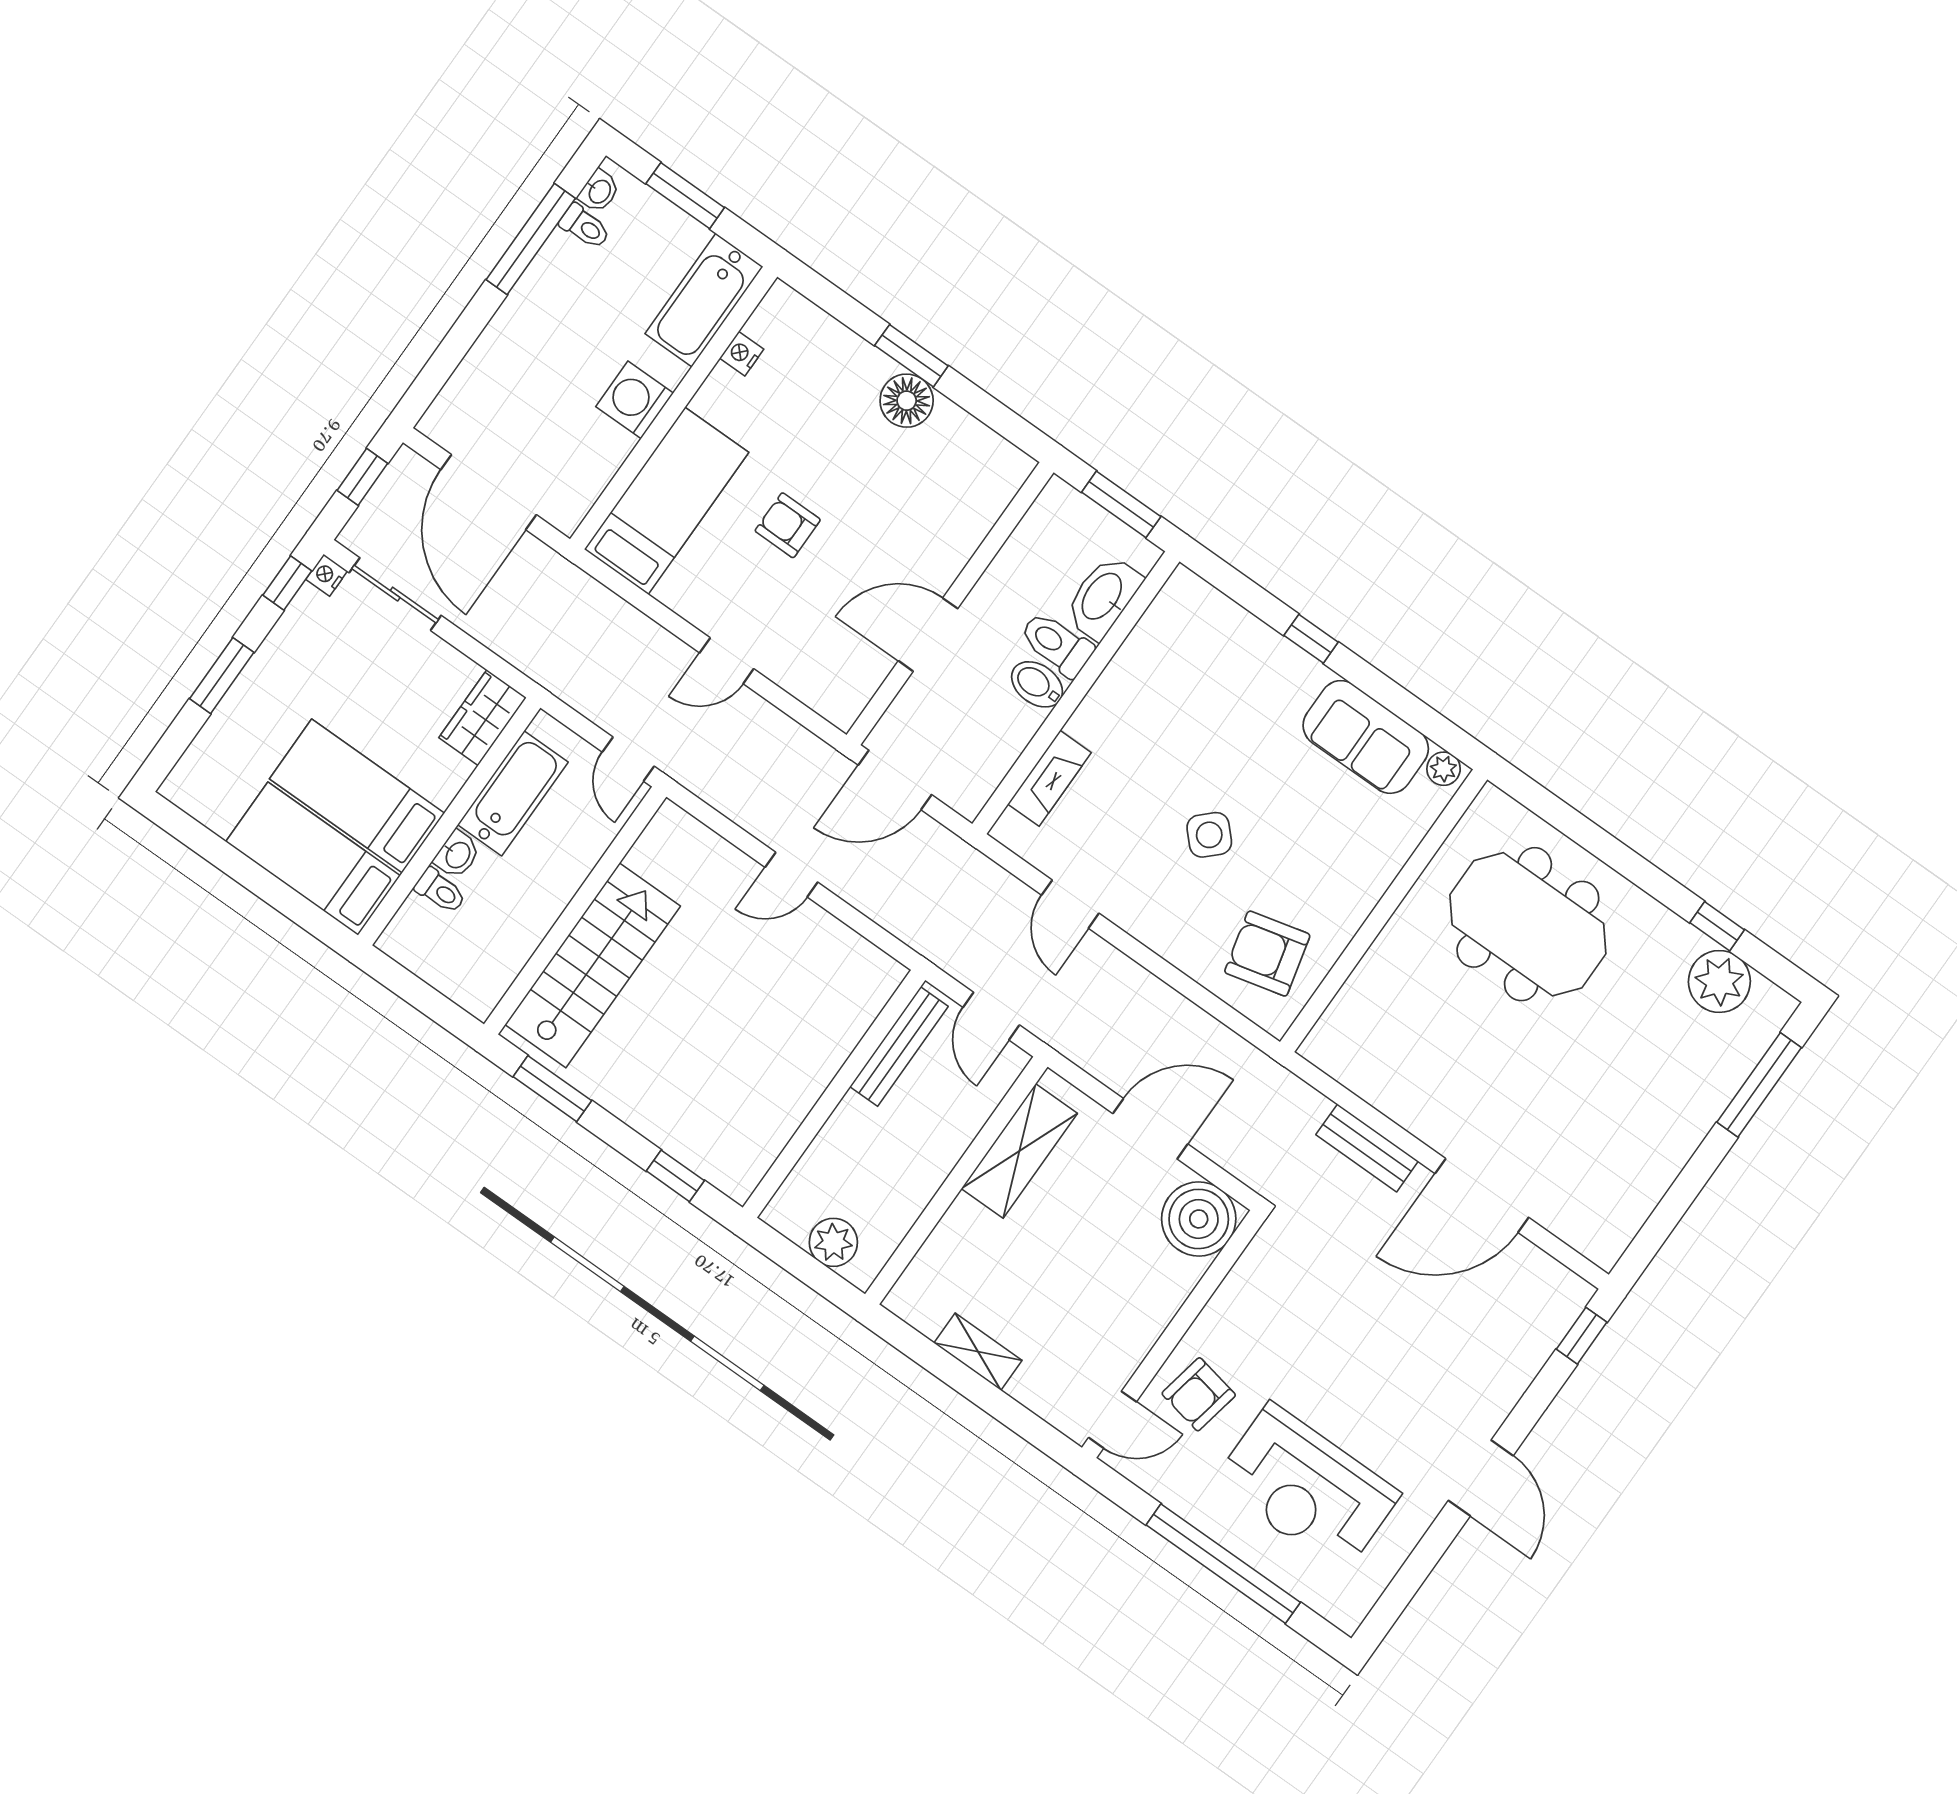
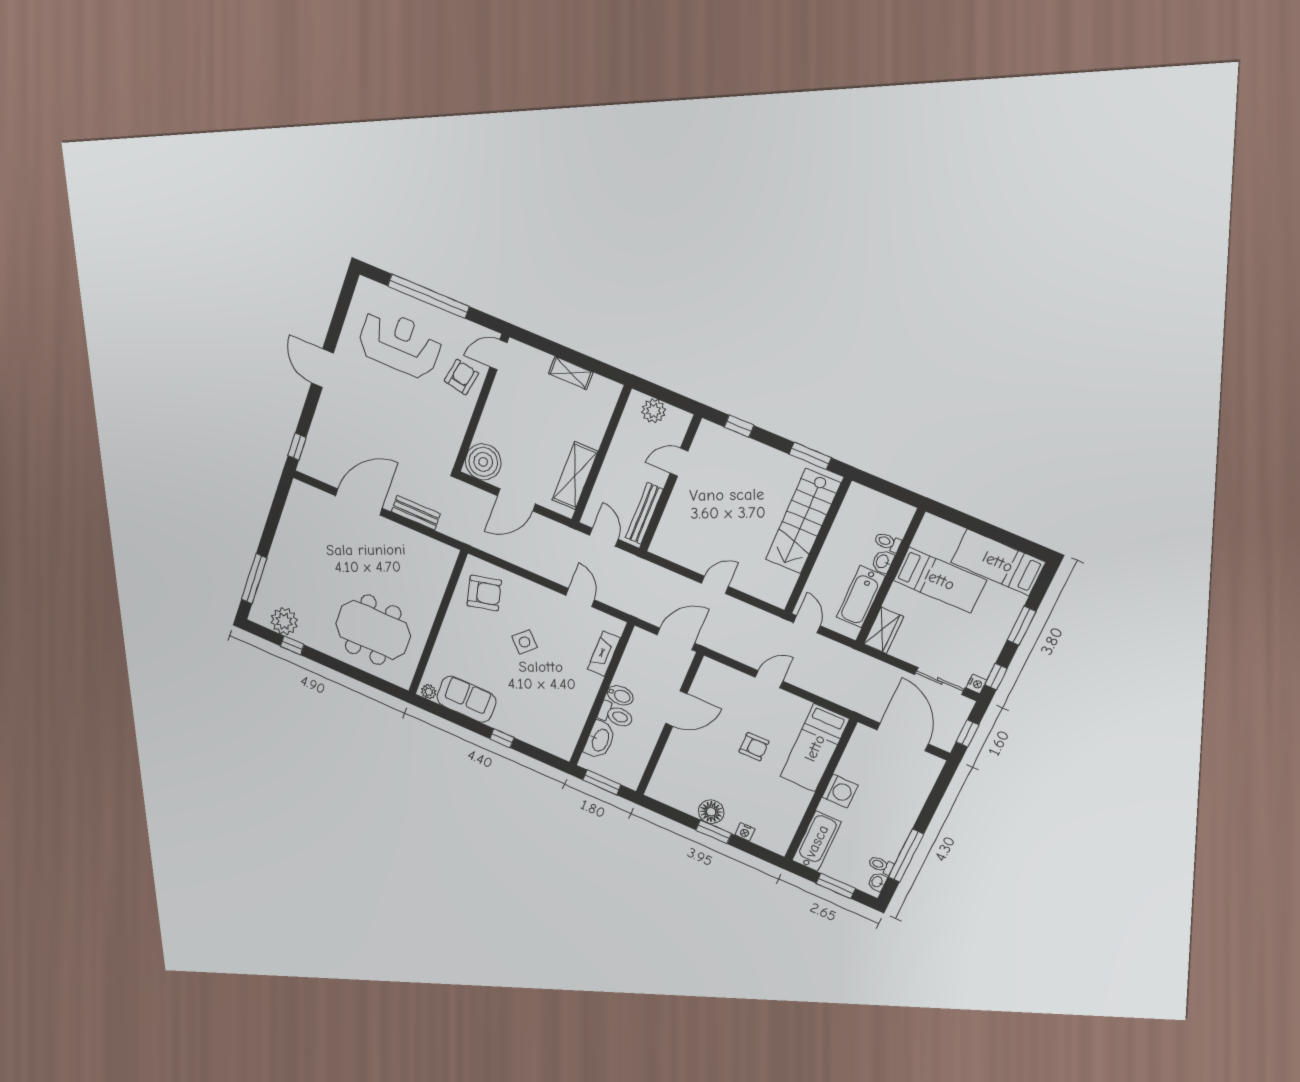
nightstand: (742, 354) -> (745, 832), moved, turned 90
bed: (313, 859) -> (998, 562), moved, turned 180
door: (807, 1132) -> (679, 462), added

